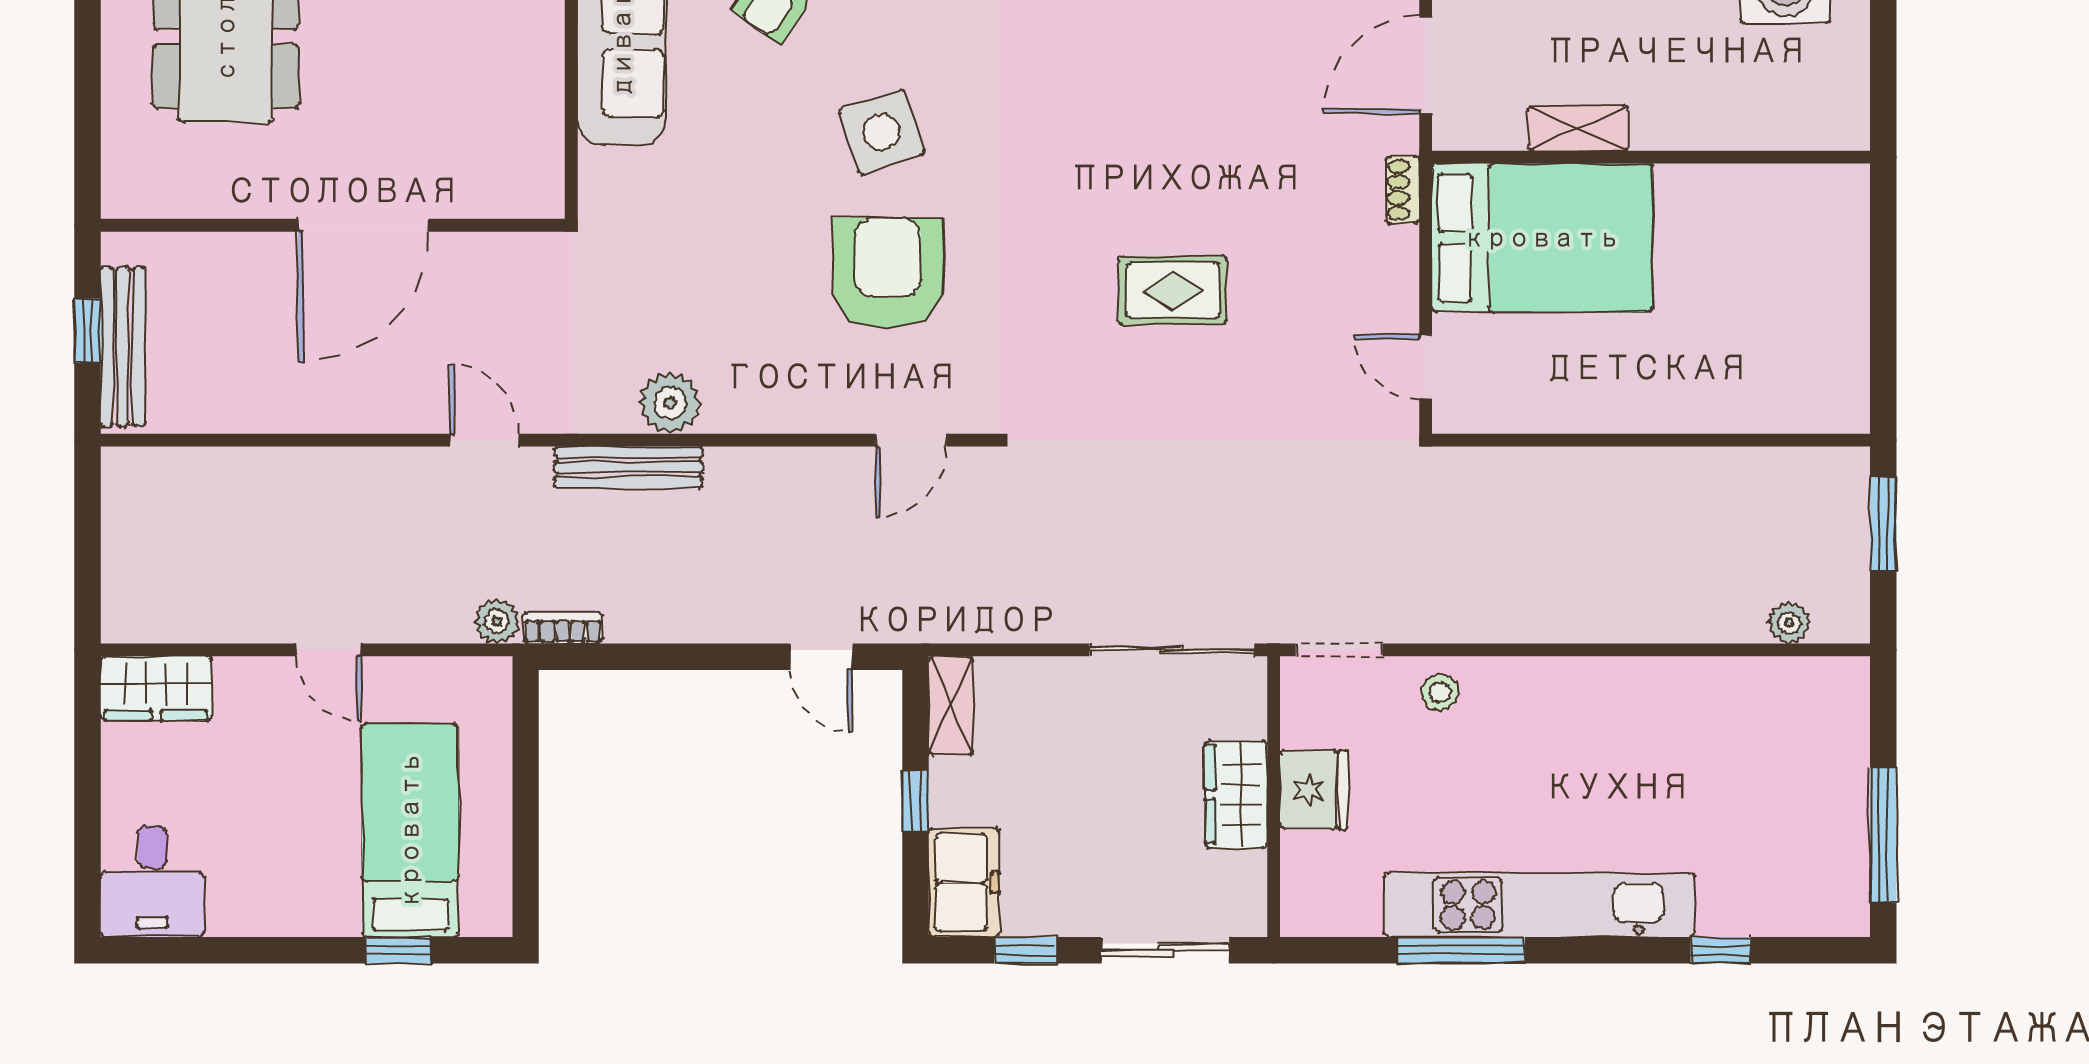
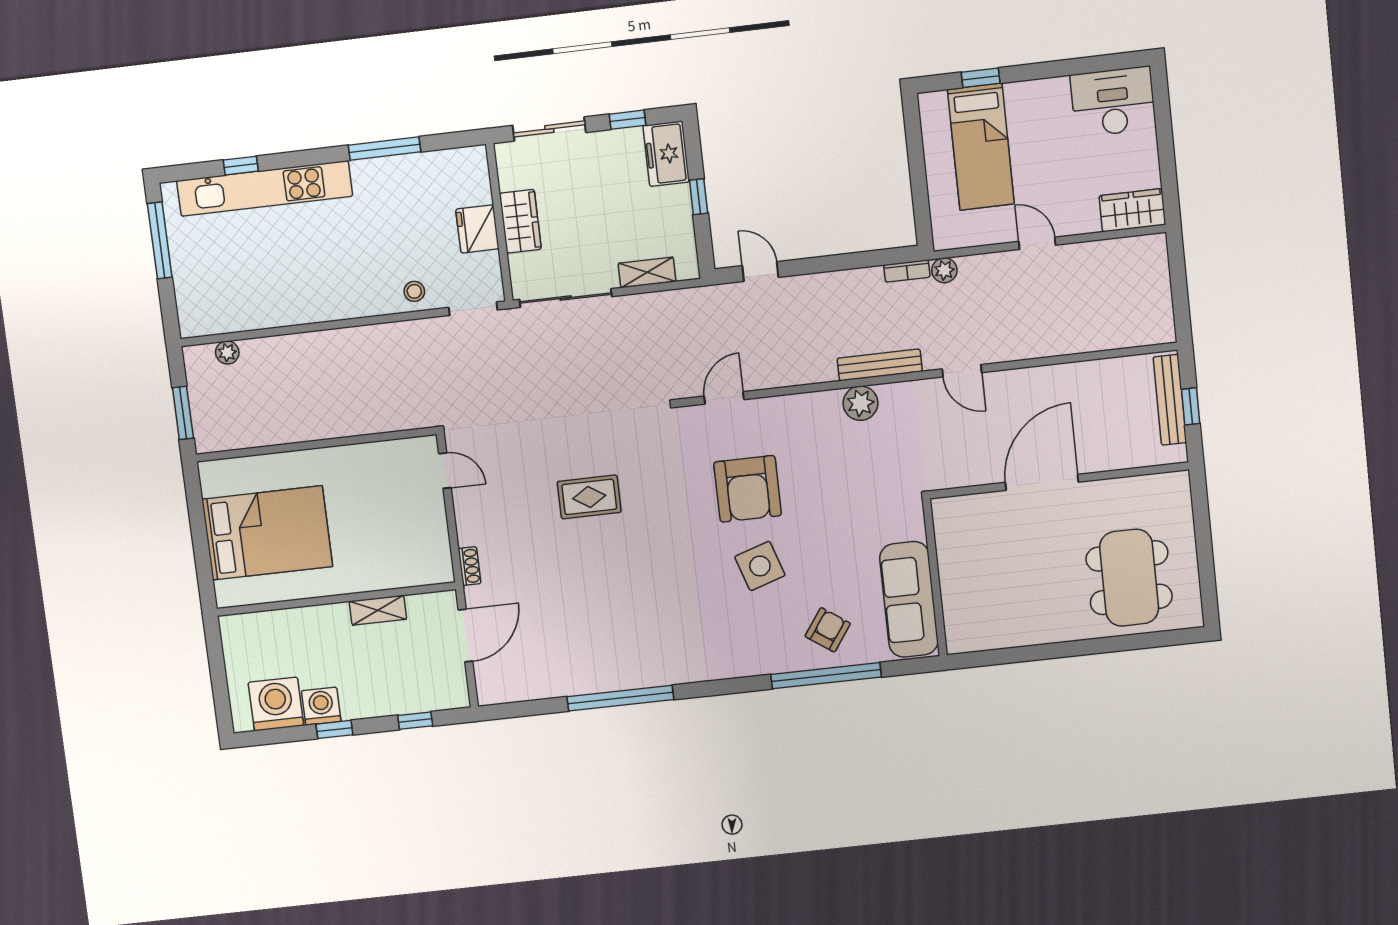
bed: (1542, 238) -> (267, 533), moved, turned 180
shelving: (951, 705) -> (647, 272), moved, turned 90
desk: (152, 881) -> (1113, 102), width x1.37
kitchen unit: (1539, 905) -> (265, 188), moved

